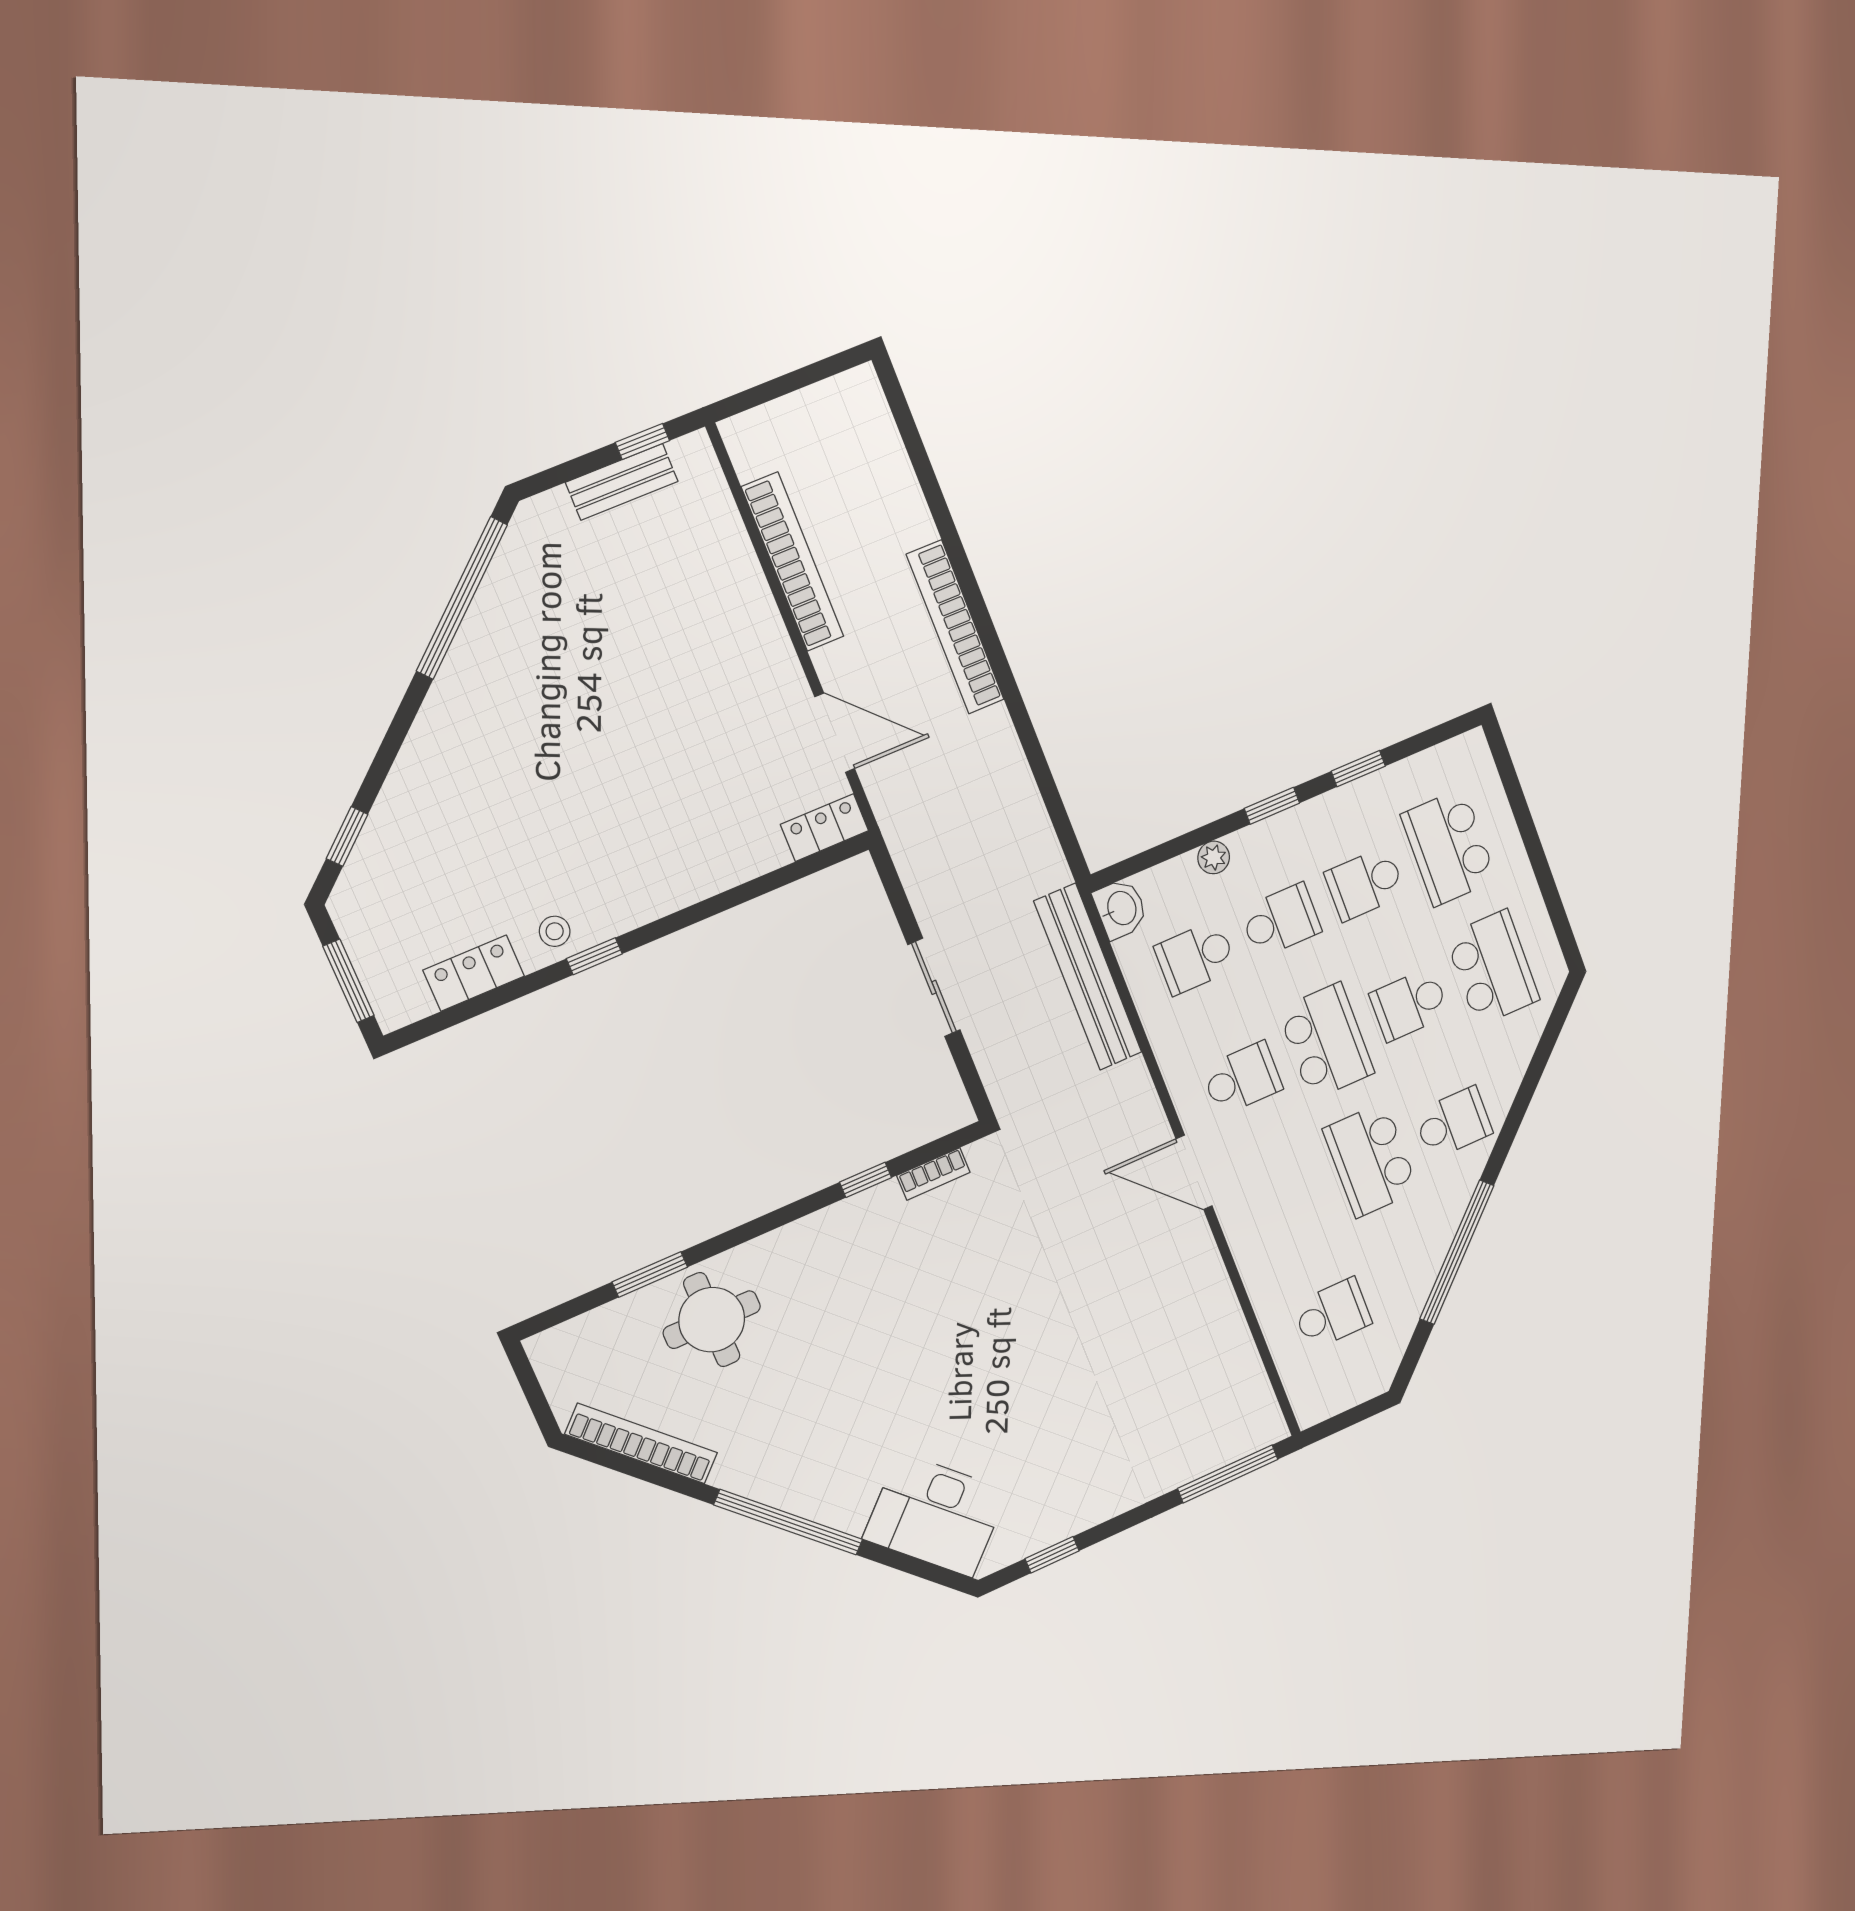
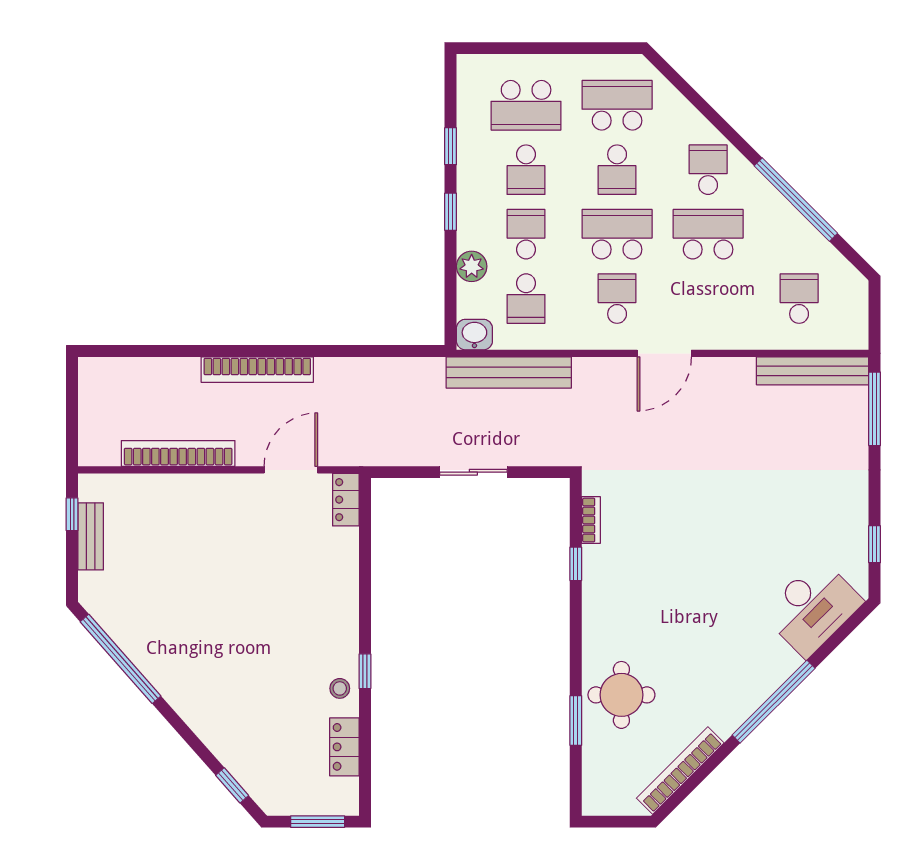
plant: (1214, 857) -> (472, 266), width x1.38, depth x1.38
school desk: (1371, 1160) -> (708, 234), turned 180
bench: (1246, 1373) -> (813, 371), added

